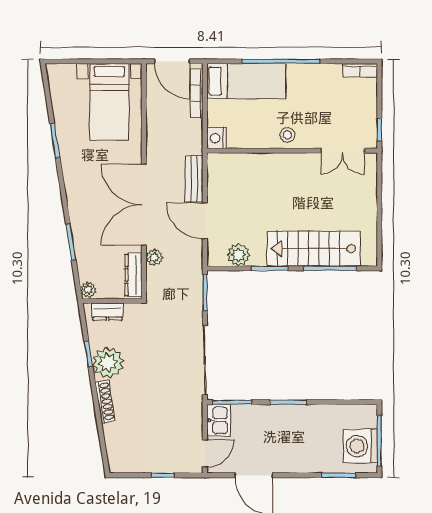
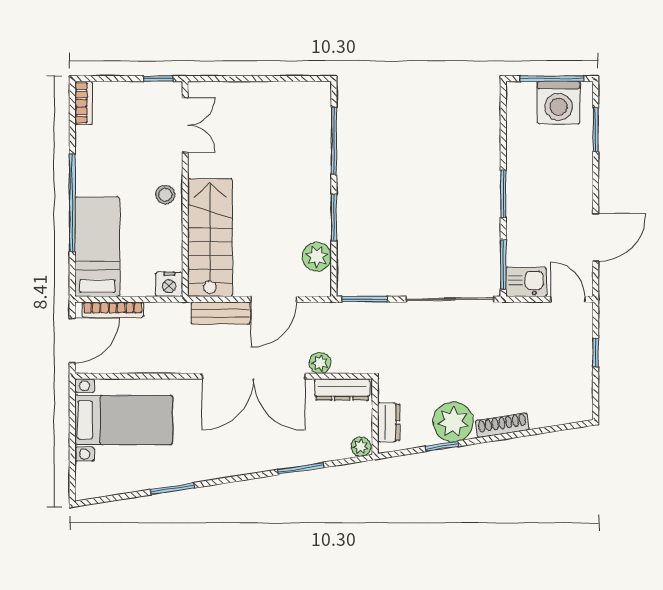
stairs: (314, 249) -> (210, 238), moved, turned 180

